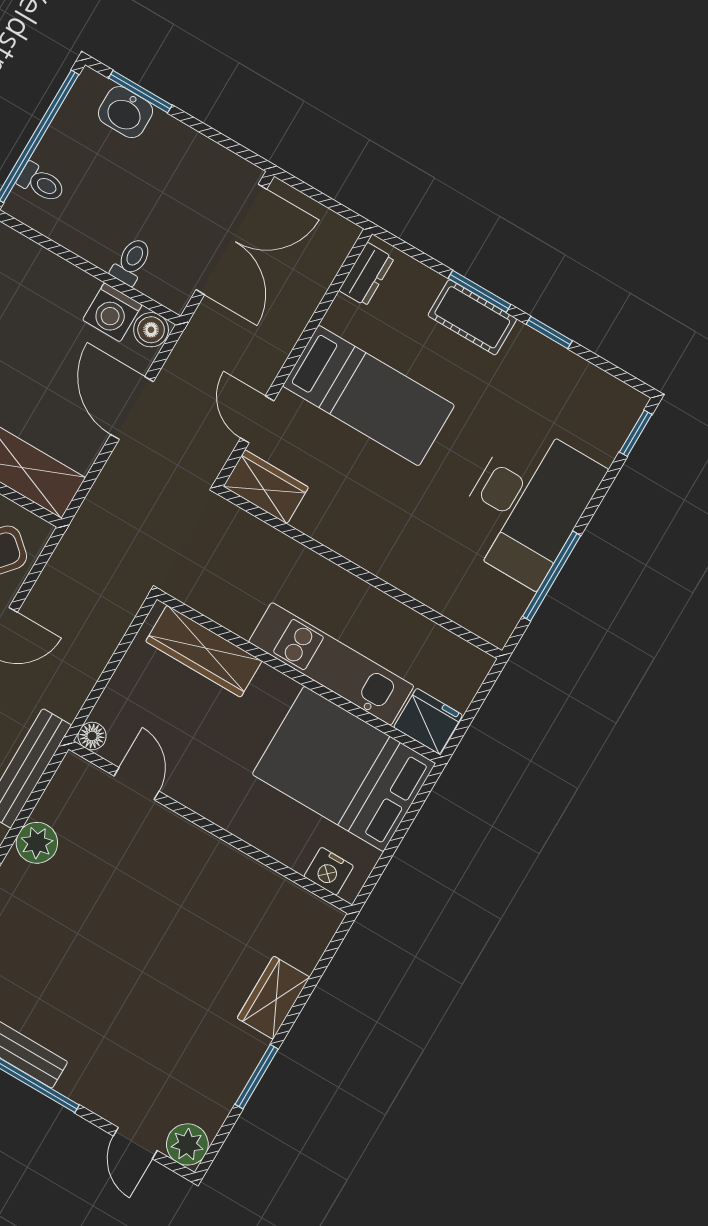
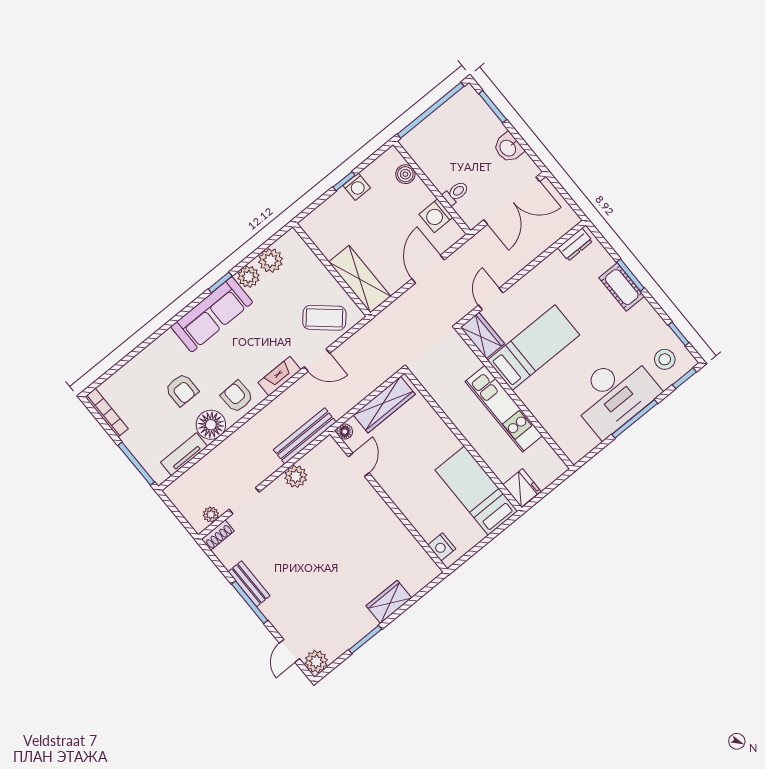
washbasin: (125, 112) -> (508, 148), moved
toilet: (41, 183) -> (424, 135), removed
boiler: (151, 330) -> (405, 174), moved
window: (549, 332) -> (679, 334), moved
bed: (369, 396) -> (534, 348), moved, turned -90
stool: (591, 413) -> (665, 359), added
window: (552, 576) -> (635, 419), moved
wardrobe: (204, 651) -> (384, 405), moved, turned -90
kitchen unit: (331, 664) -> (504, 409), moved, turned 180
bed: (344, 769) -> (476, 491), width x0.67

